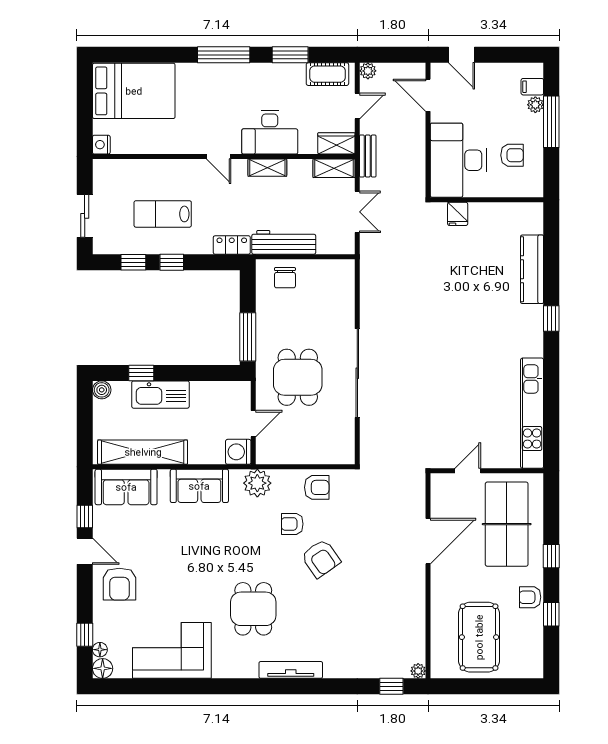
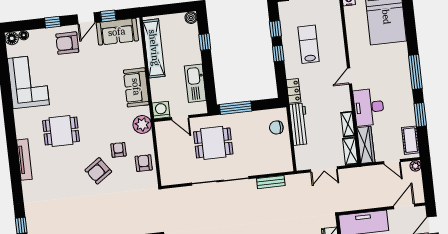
wardrobe: (336, 143) -> (366, 145), width x1.50
bench: (368, 156) -> (271, 182), moved
shelving: (267, 168) -> (348, 124), moved
kitchen sink: (160, 395) -> (195, 83), moved
sofa: (126, 487) -> (117, 32), moved, turned -90
armchair: (317, 487) -> (144, 163), turned 180
window: (85, 635) -> (53, 22), moved

